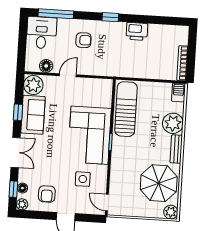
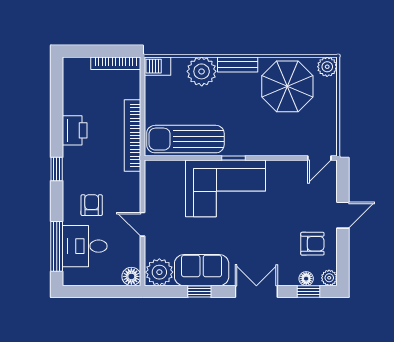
desk: (42, 33) -> (85, 246), moved
floor lamp: (46, 66) -> (131, 276), moved
bookcase: (131, 72) -> (132, 136), added
side table: (83, 179) -> (288, 194), removed

